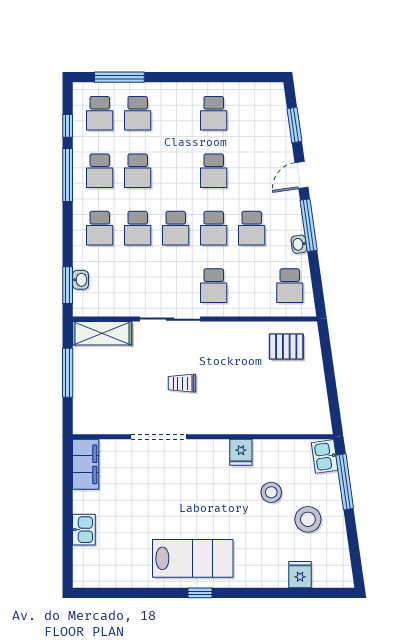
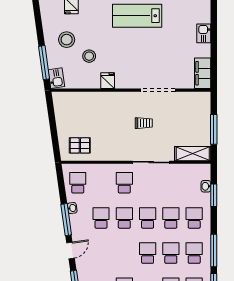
school desk: (214, 171) -> (148, 253), moved
window: (68, 285) -> (214, 195), moved

